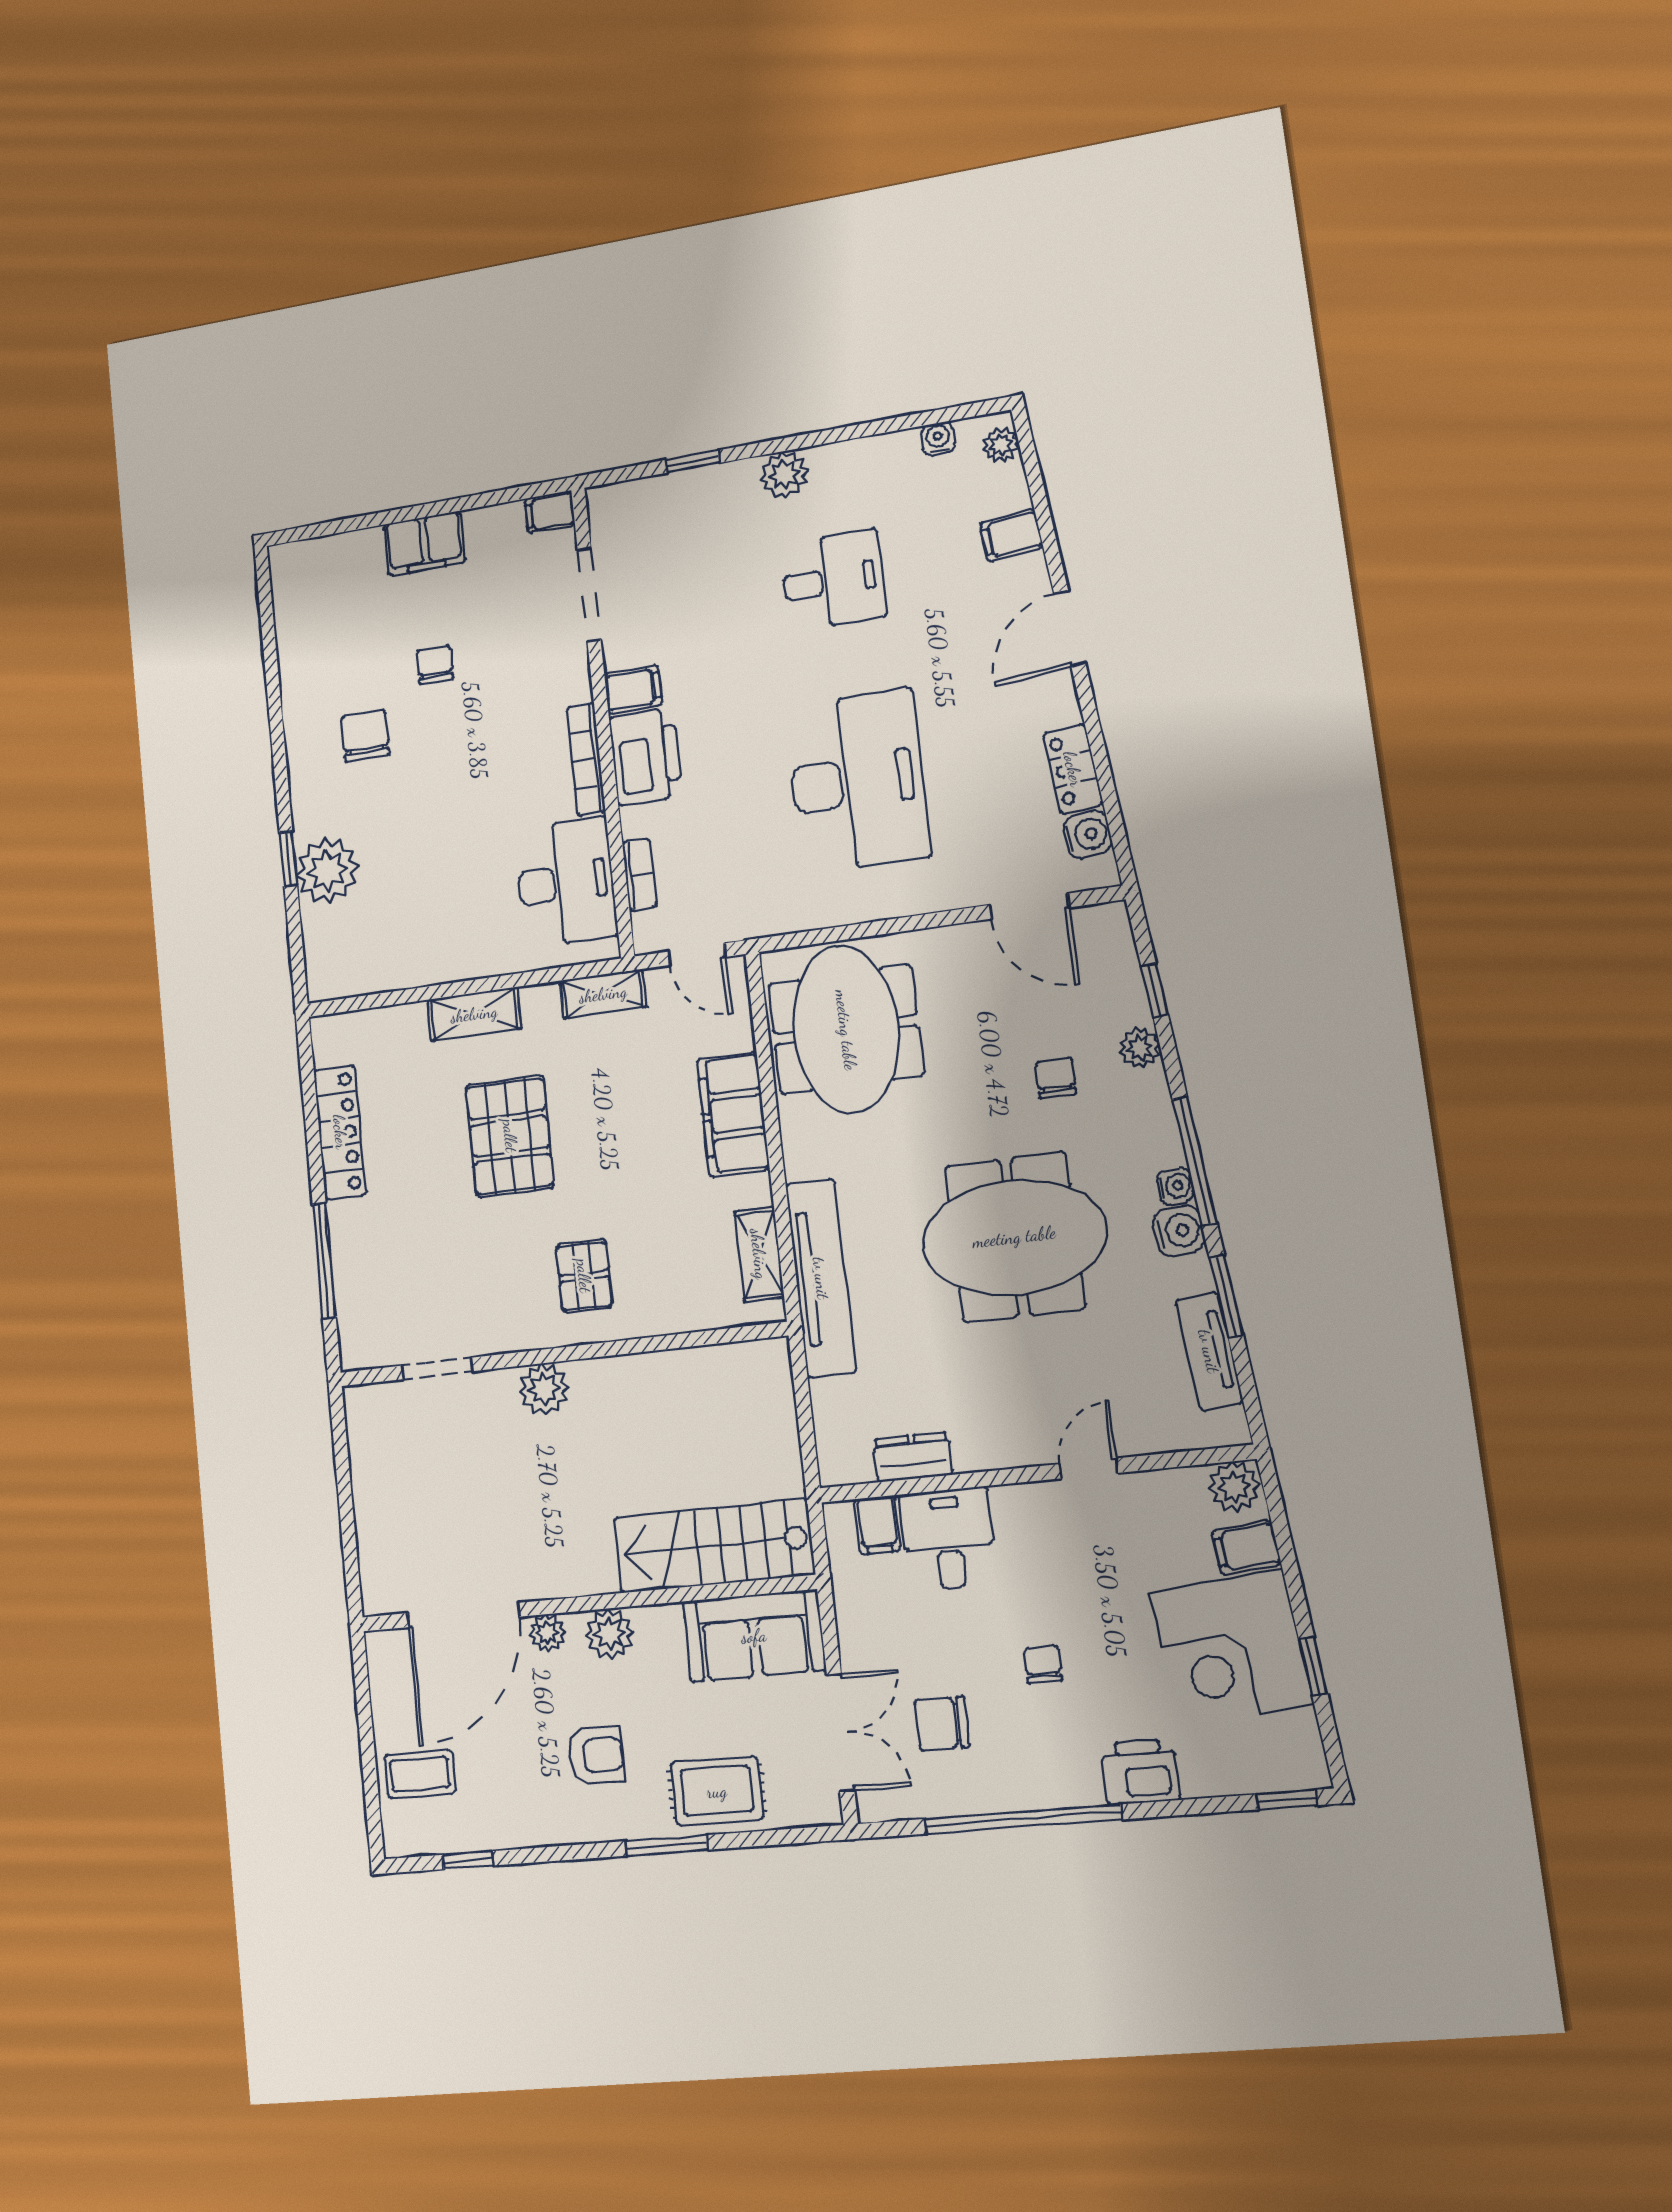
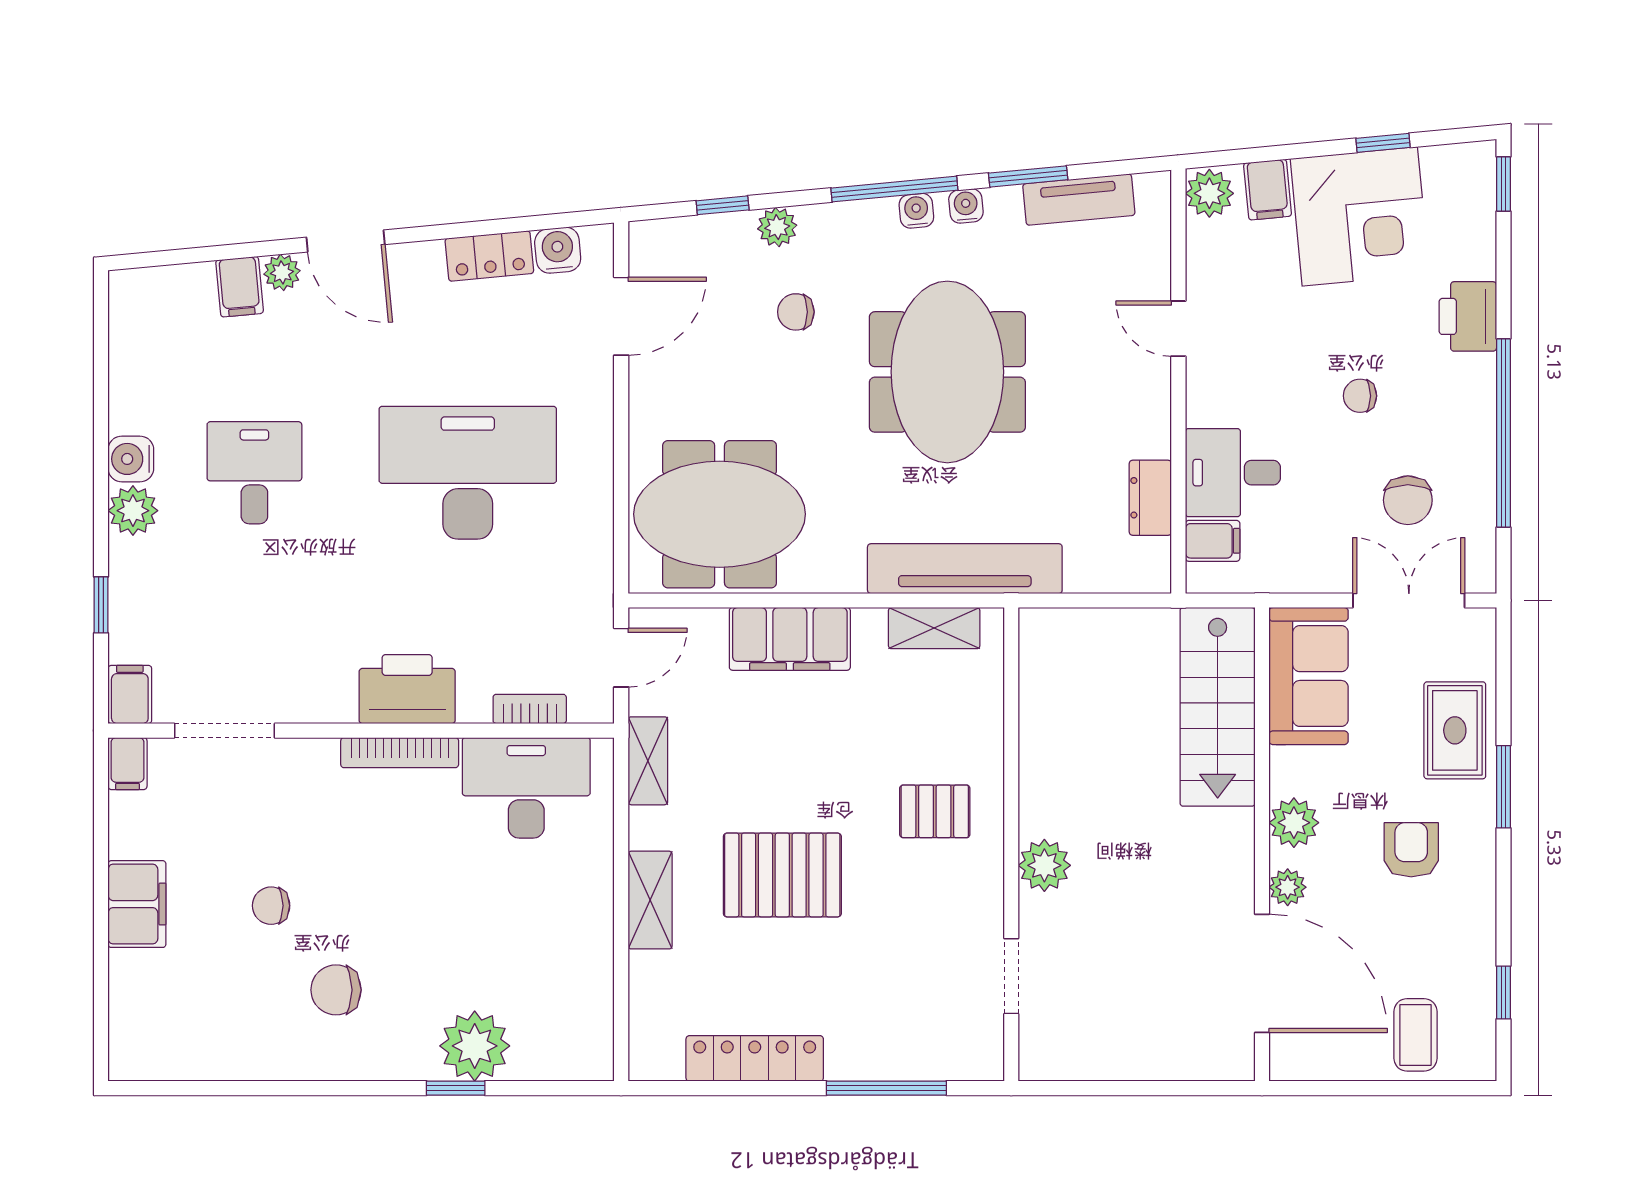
water cooler: (938, 439) -> (131, 459), moved, width x1.38, depth x1.38
plant: (1001, 445) -> (282, 272), moved
filing cabinet: (633, 689) -> (130, 694), moved
water cooler: (1179, 1231) -> (966, 206), width x0.72, depth x0.72

